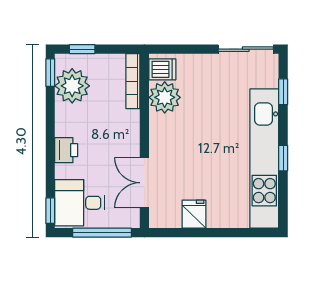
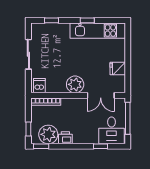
sliding door: (246, 49) -> (28, 54), moved
plant: (165, 97) -> (75, 84), moved
printer: (66, 150) -> (65, 138), moved
kitchen unit: (264, 159) -> (98, 31), width x0.73
window: (50, 211) -> (100, 146), moved

